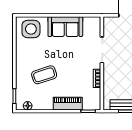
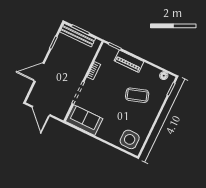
sofa: (65, 27) -> (84, 120), moved

